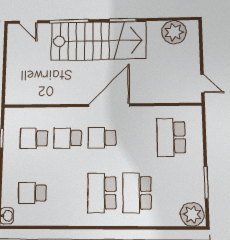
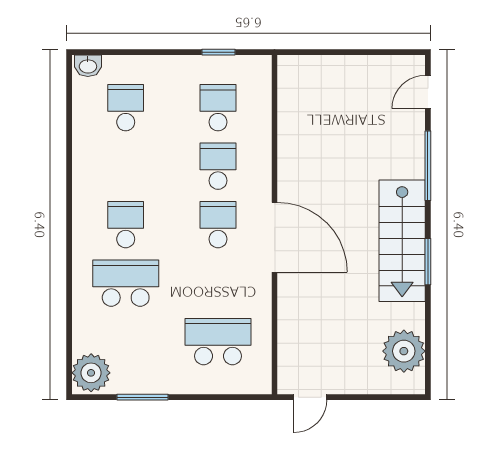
stairs: (99, 41) -> (402, 241), width x0.73, depth x0.66
school desk: (102, 193) -> (126, 225), width x0.54

